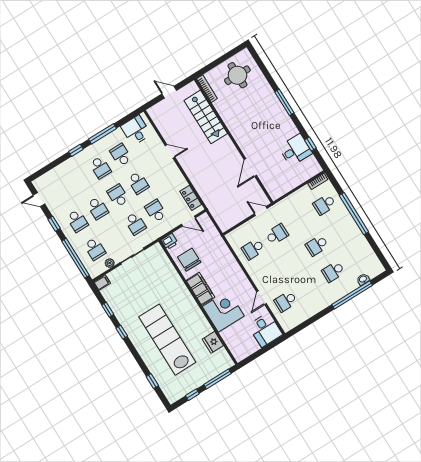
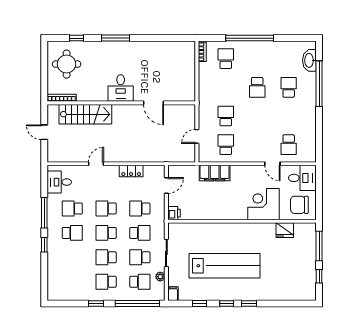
door: (169, 92) -> (44, 132), hinge flipped
window: (310, 144) -> (77, 38), moved
desk: (295, 150) -> (121, 88), moved, turned 180
school desk: (138, 183) -> (106, 208), turned 180
locker: (191, 198) -> (131, 171), moved
door: (39, 200) -> (67, 304), removed
school desk: (324, 205) -> (226, 59), turned 180
school desk: (98, 208) -> (106, 257), turned 180
door: (261, 211) -> (197, 136), moved
school desk: (77, 221) -> (106, 282), turned 180
school desk: (115, 236) -> (140, 257), added
school desk: (253, 249) -> (226, 145), turned 180
chair: (189, 260) -> (299, 205), moved
school desk: (333, 272) -> (289, 87), turned 180
washbasin: (363, 279) -> (309, 60), width x1.91, depth x1.45
filing cabinet: (200, 289) -> (215, 173), moved, turned 180
lab bench: (167, 340) -> (224, 266), moved, turned 180
window: (152, 381) -> (249, 304), moved

